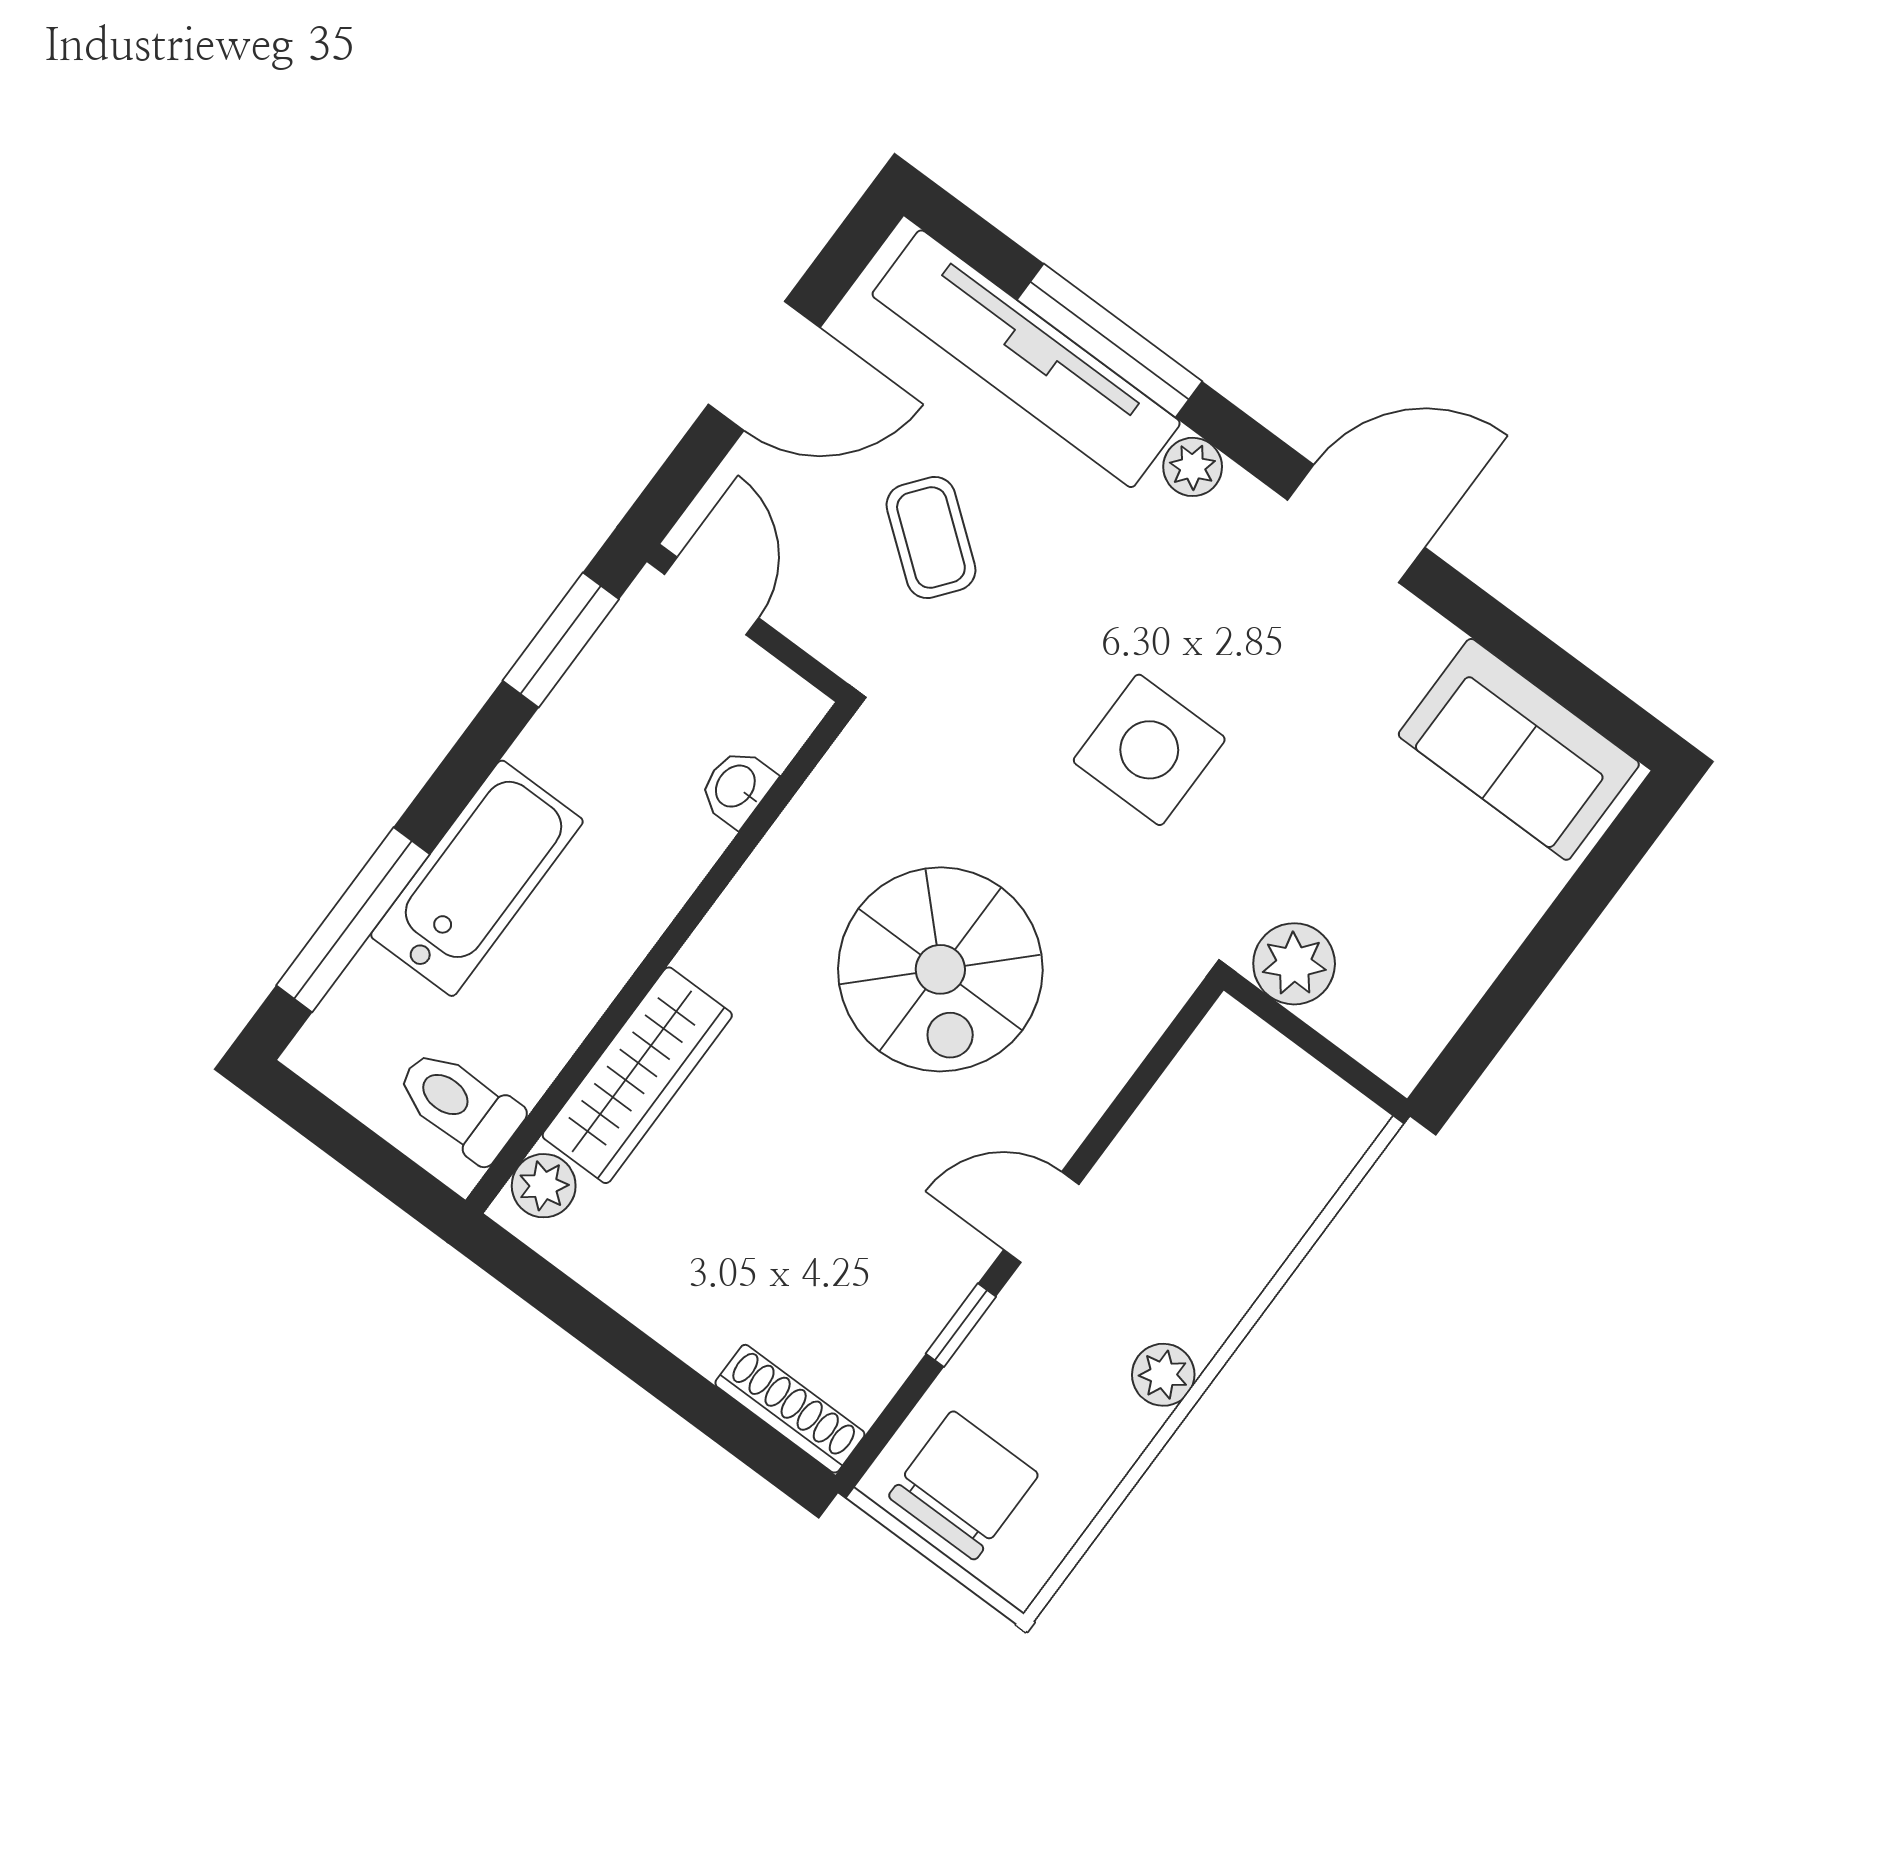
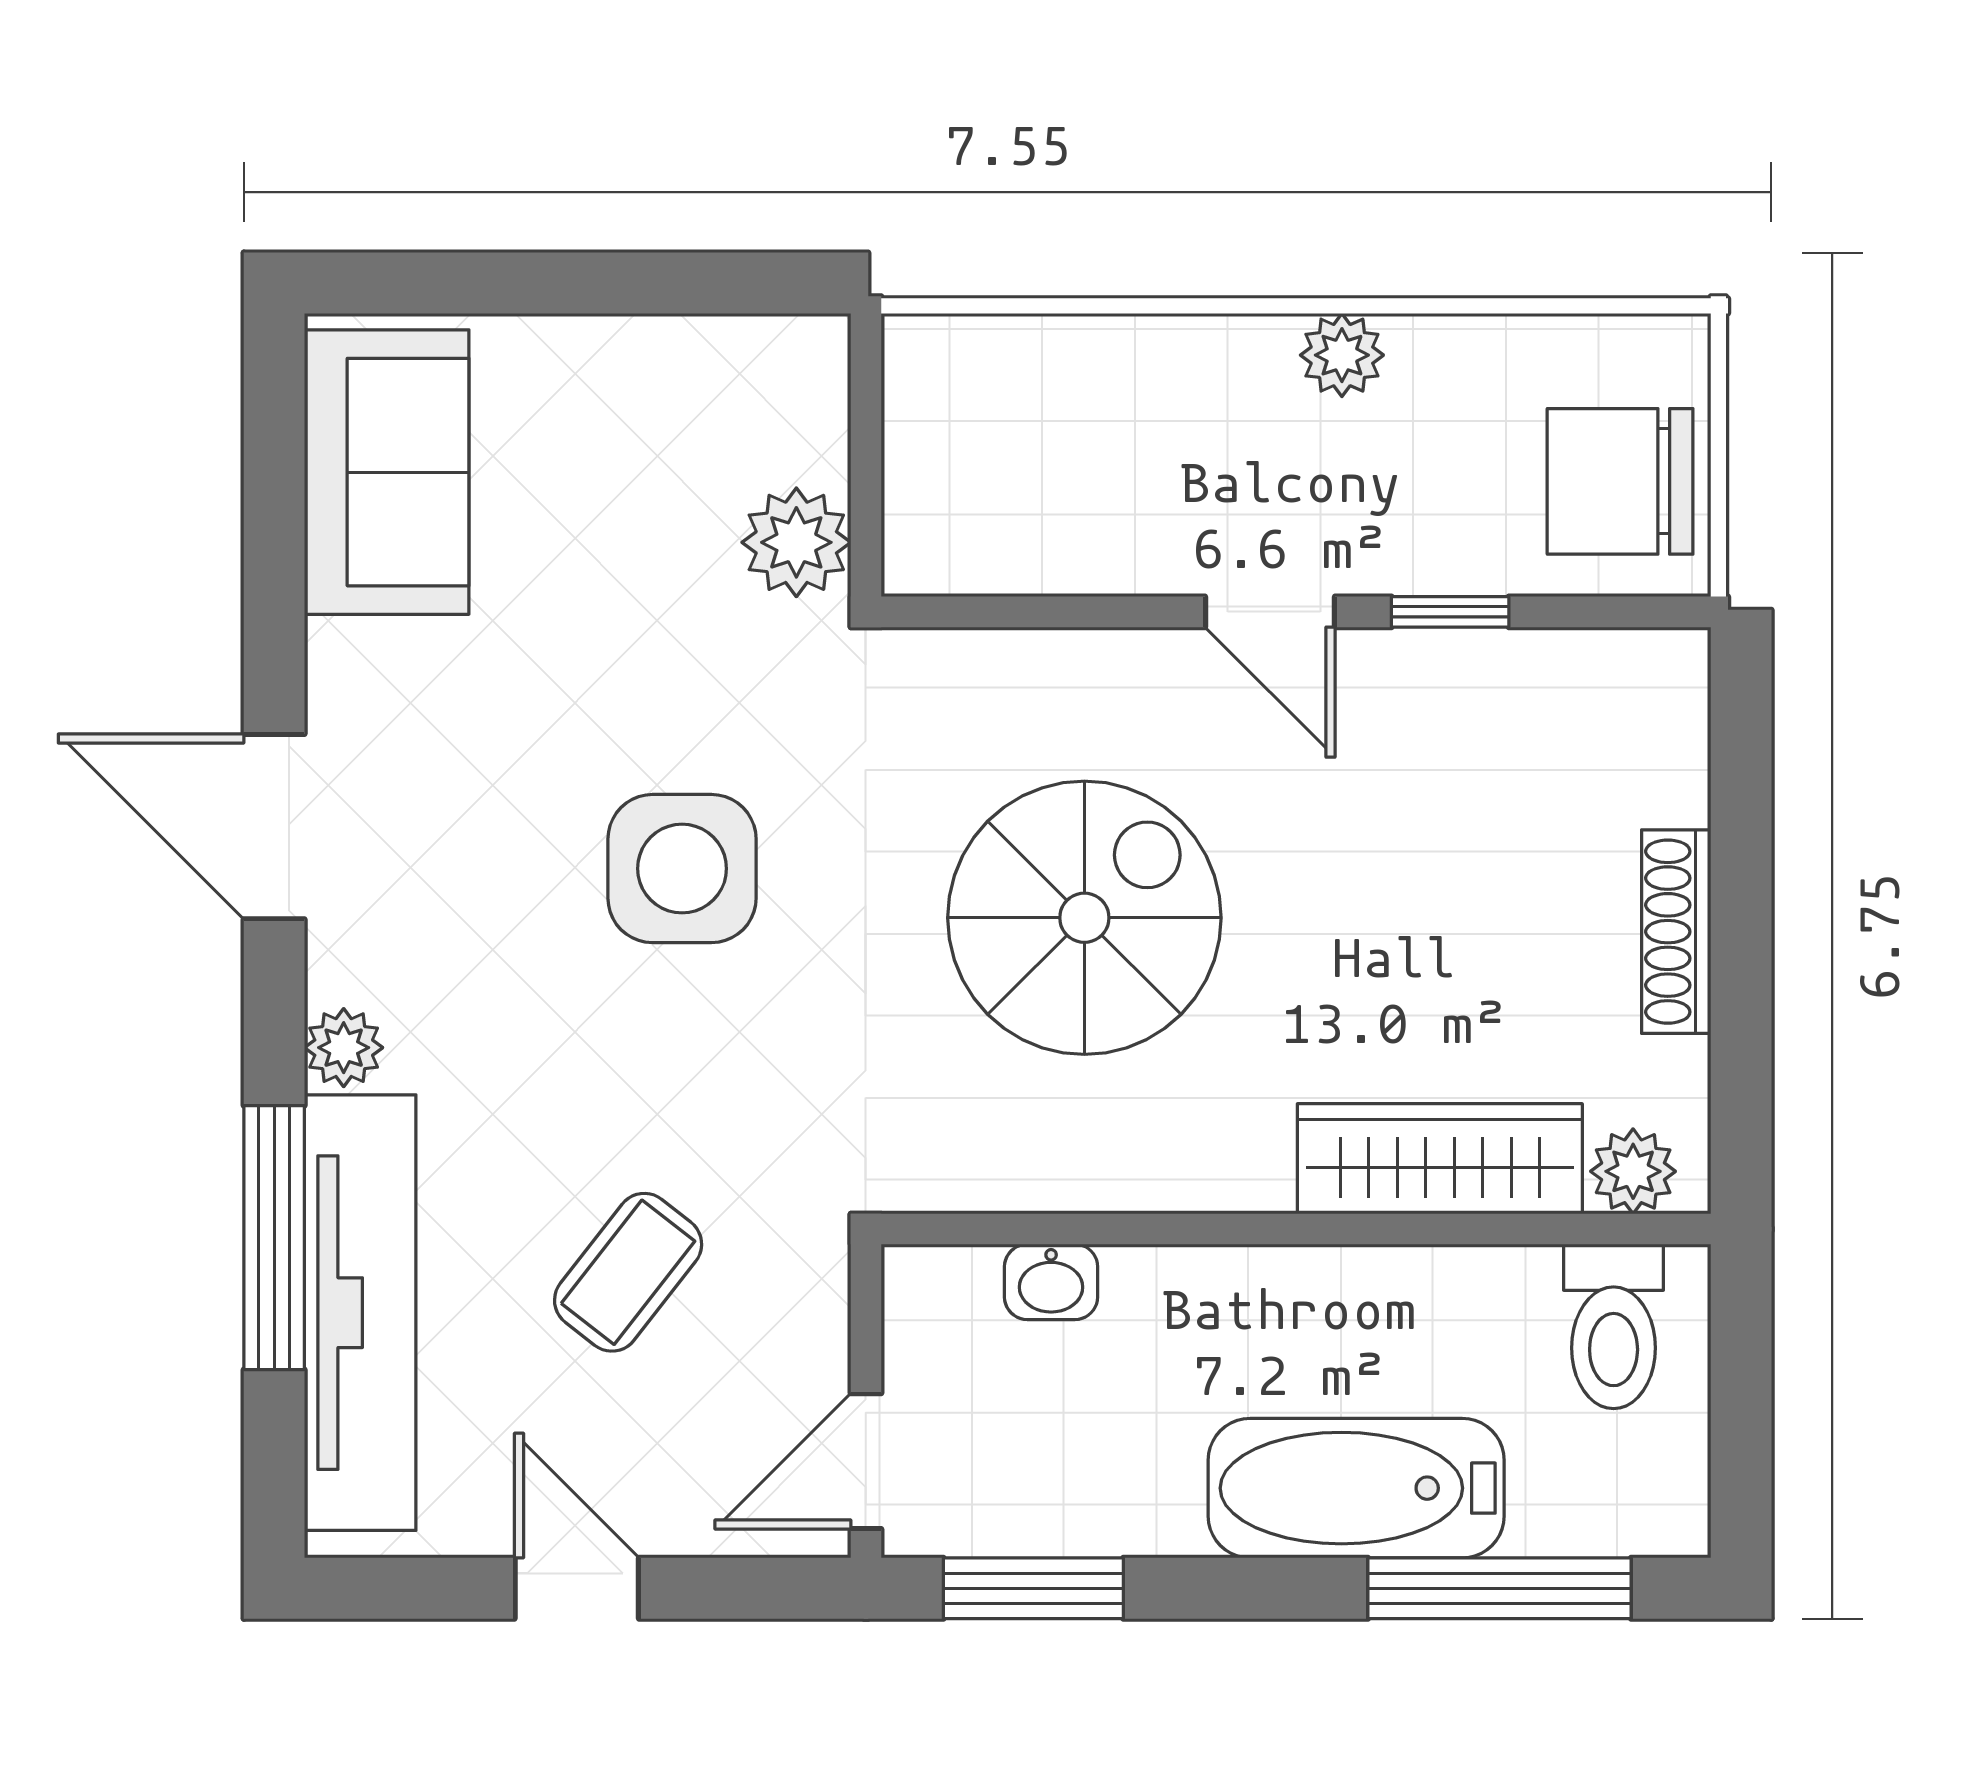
door: (764, 366) -> (577, 1588), width x0.73
shoe rack: (790, 1409) -> (1676, 932), moved

